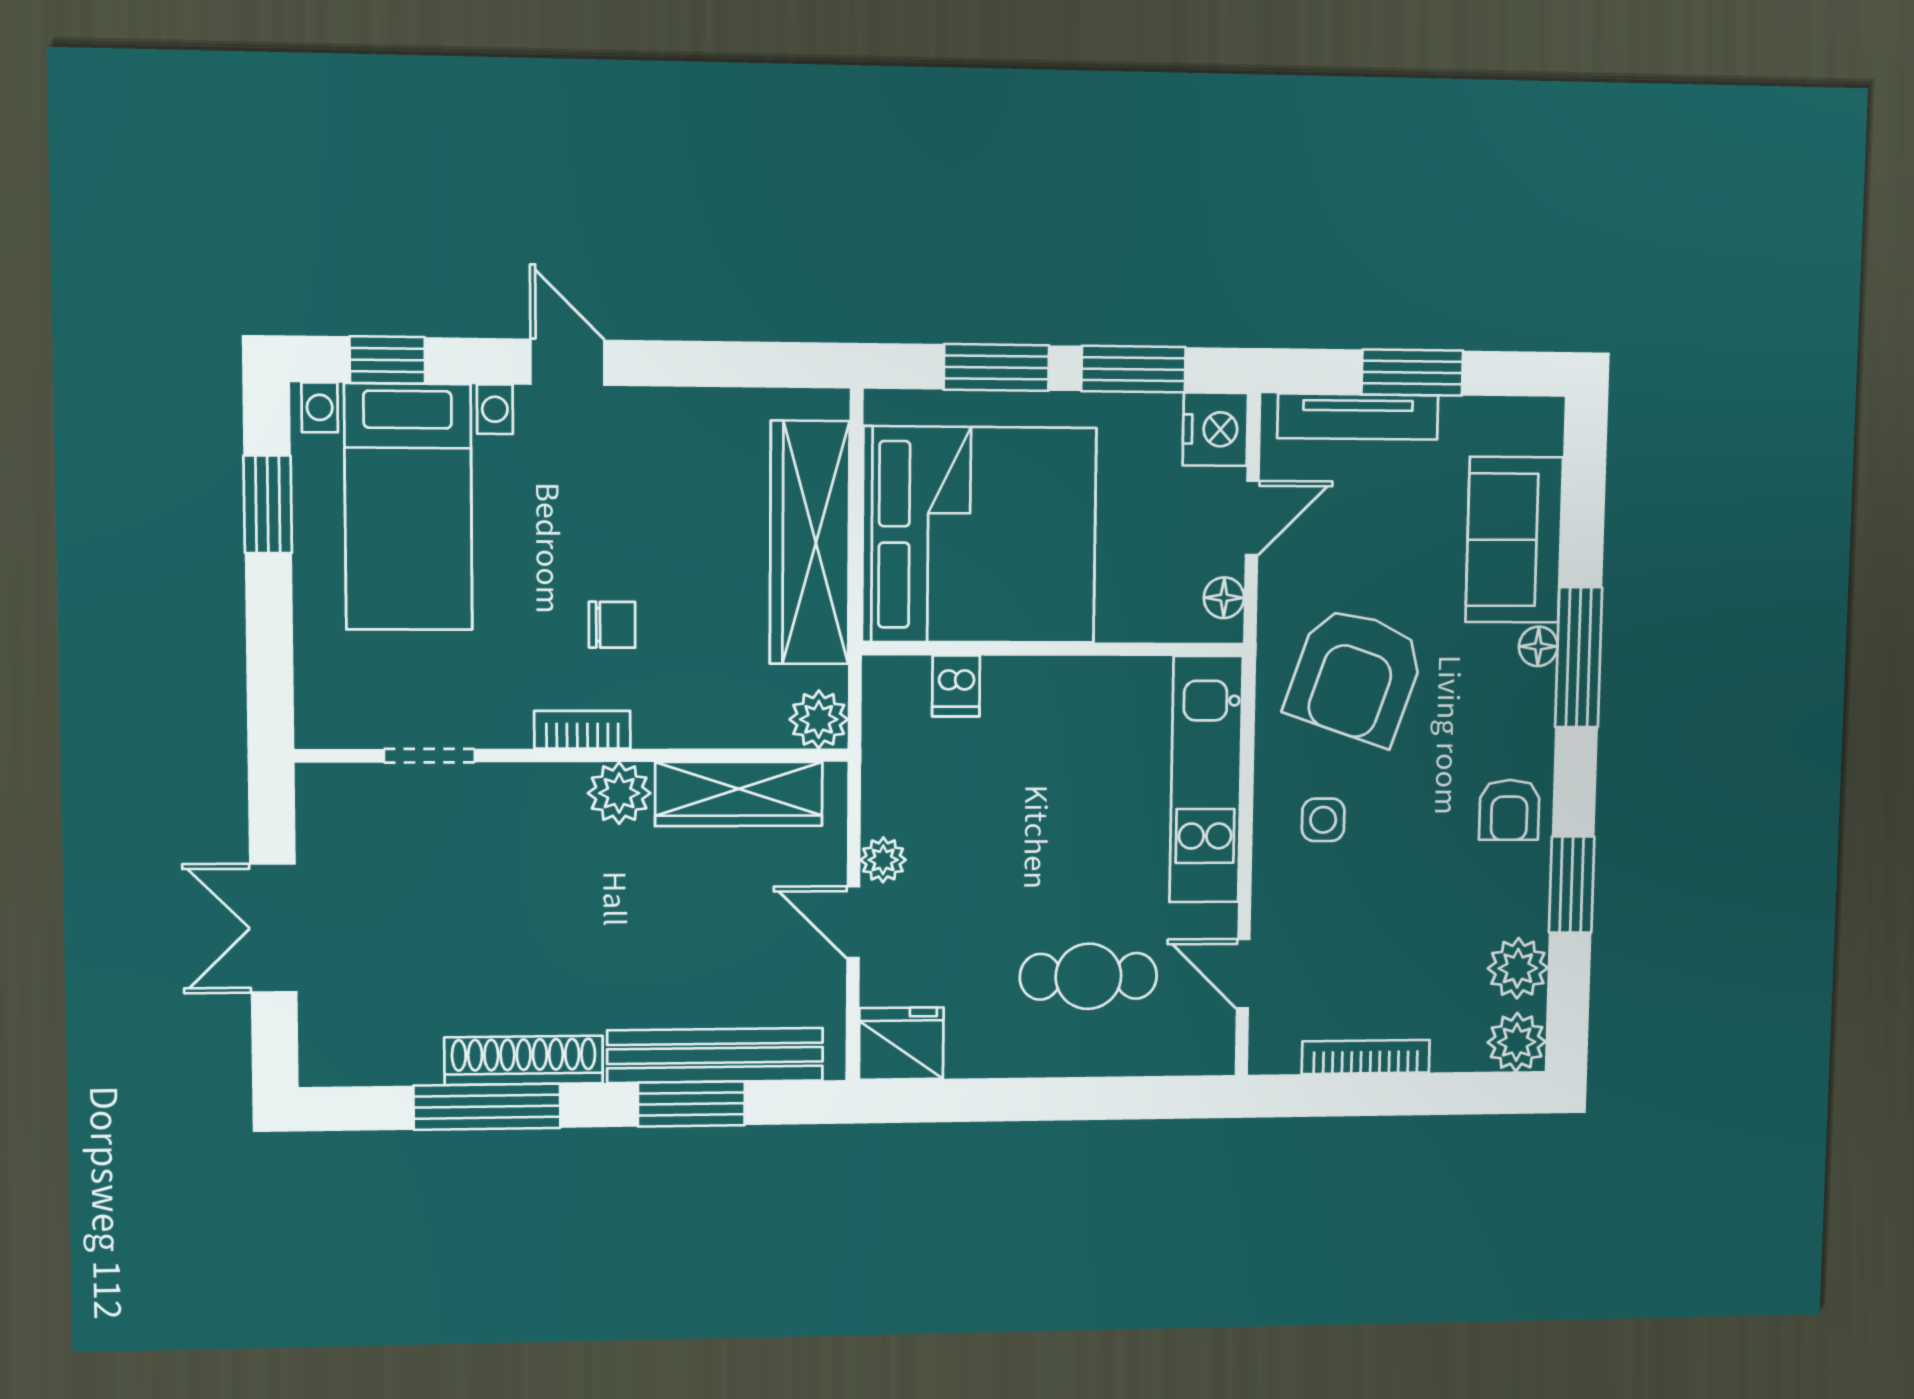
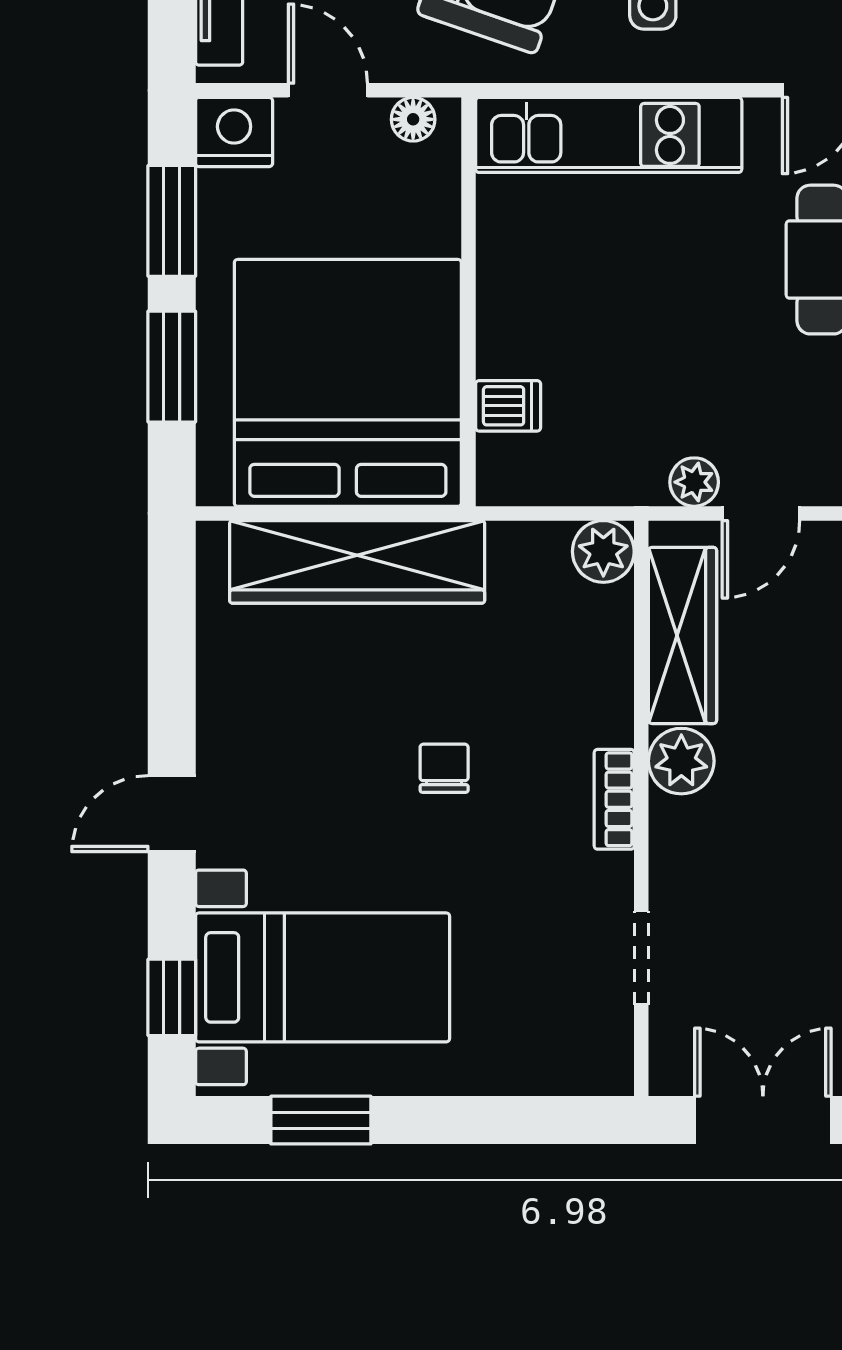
plant: (819, 719) -> (603, 551), moved
bookcase: (582, 730) -> (614, 799), moved
wall: (574, 755) -> (641, 808), moved
doorway: (429, 756) -> (641, 958), moved
plant: (619, 793) -> (681, 761), moved
wardrobe: (739, 794) -> (683, 635), moved
double door: (273, 928) -> (763, 1120), swing flipped

